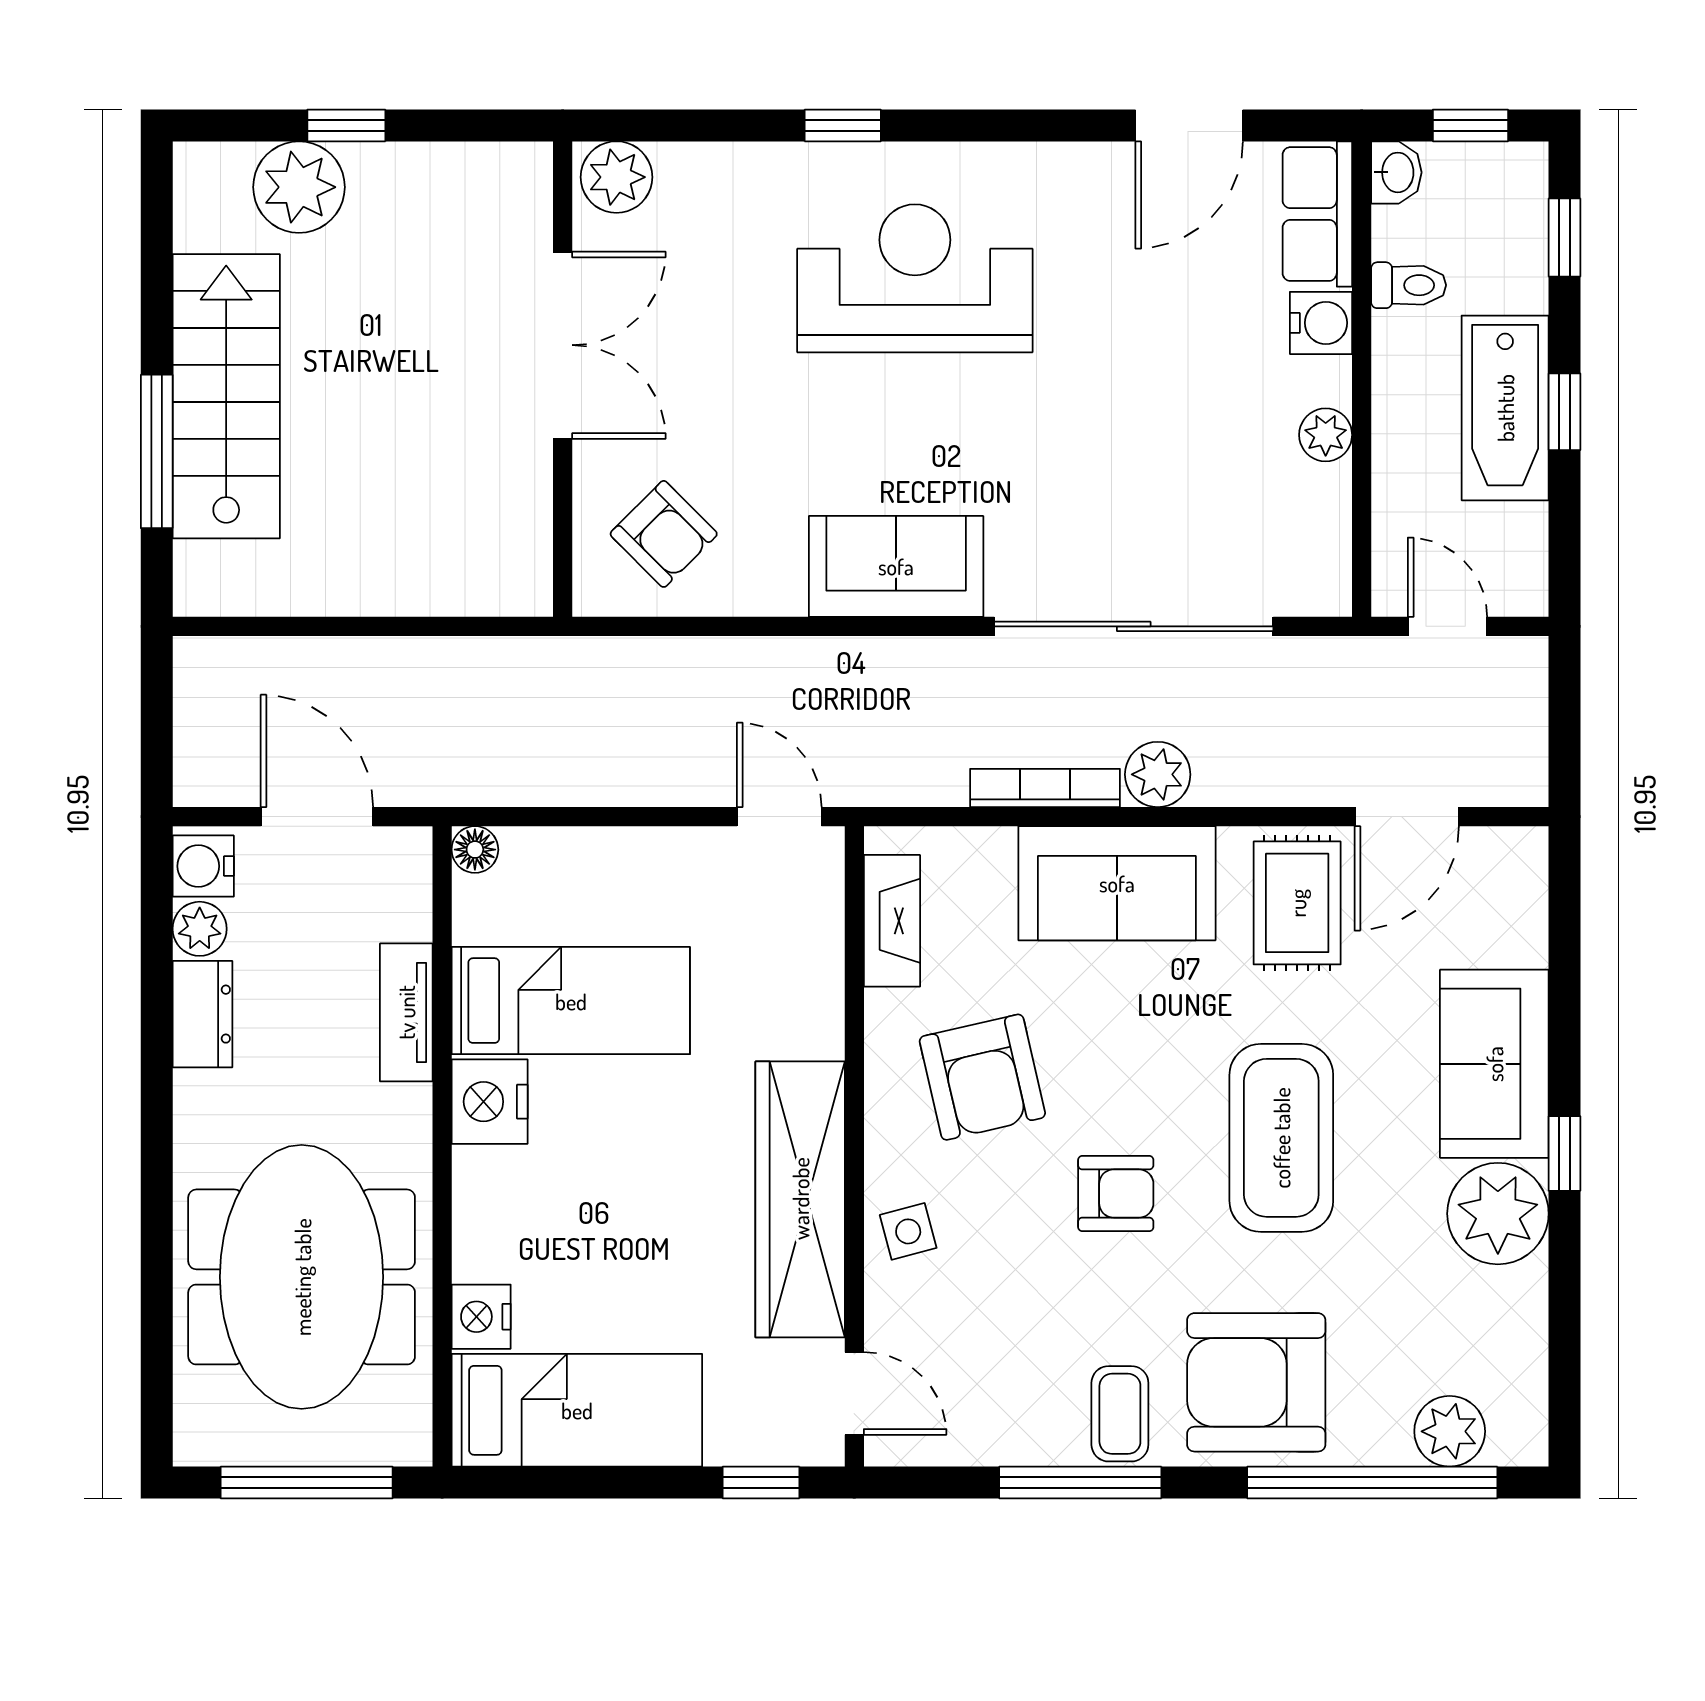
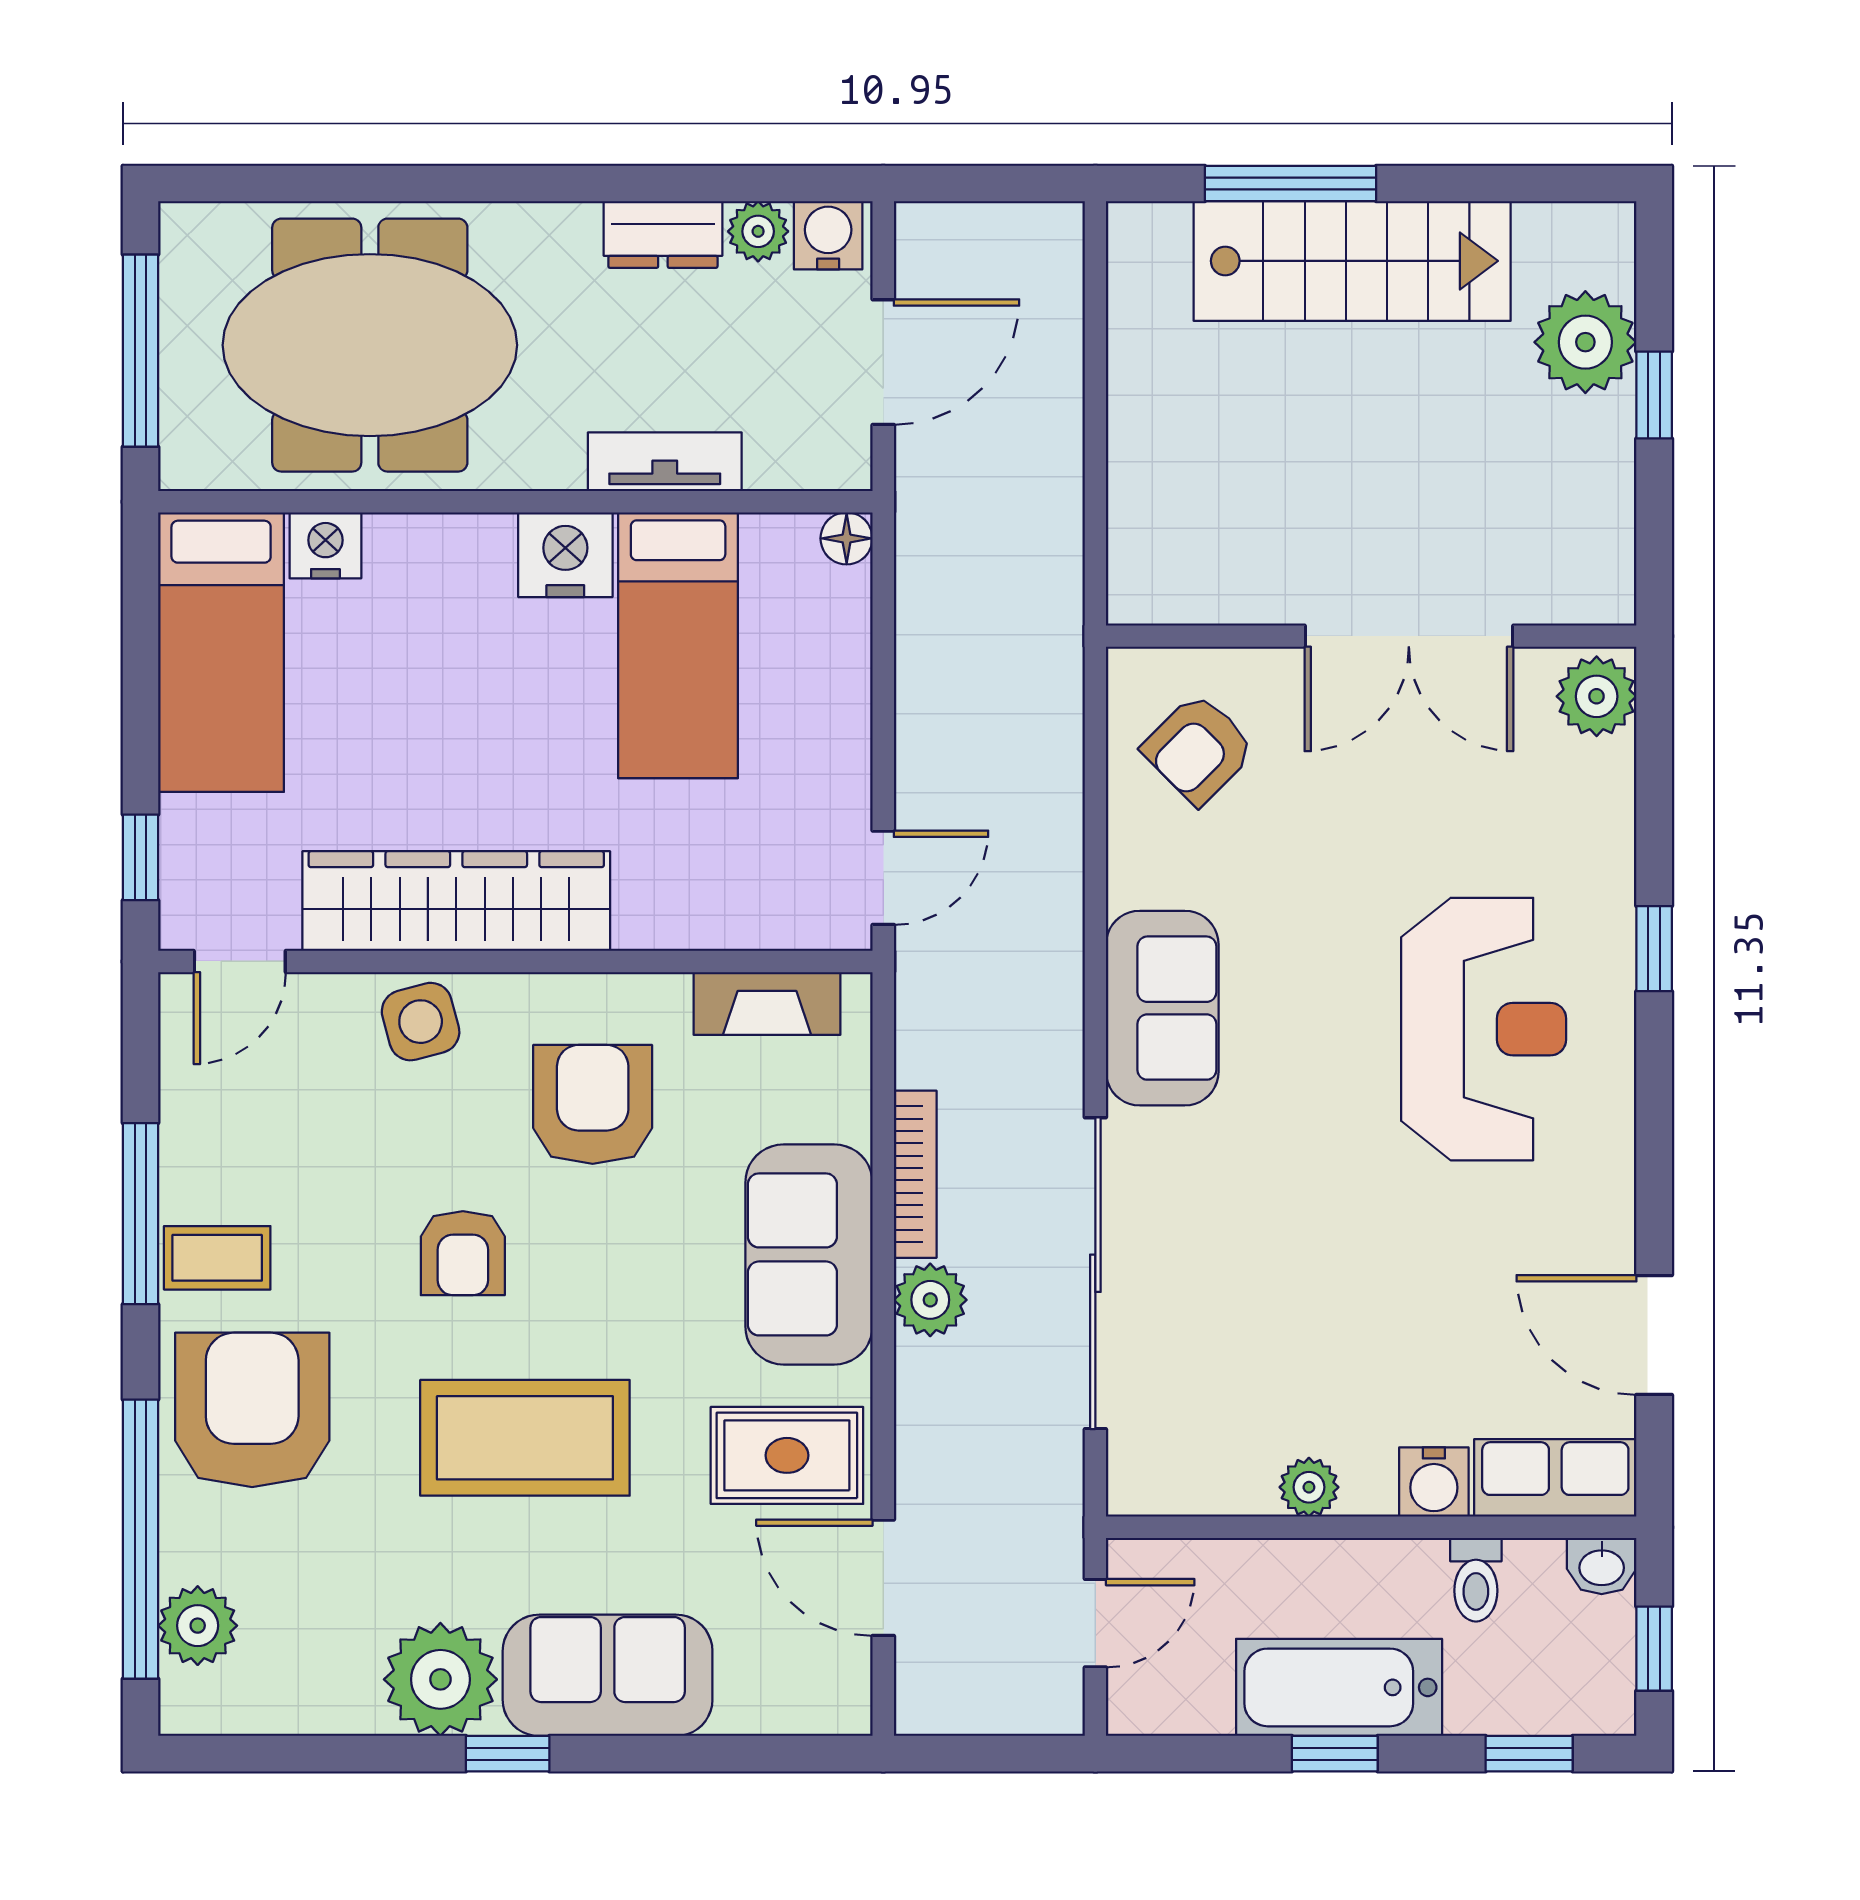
armchair: (982, 1077) -> (593, 1104), turned 103
side table: (908, 1231) -> (421, 1022), width x1.37, depth x1.37

